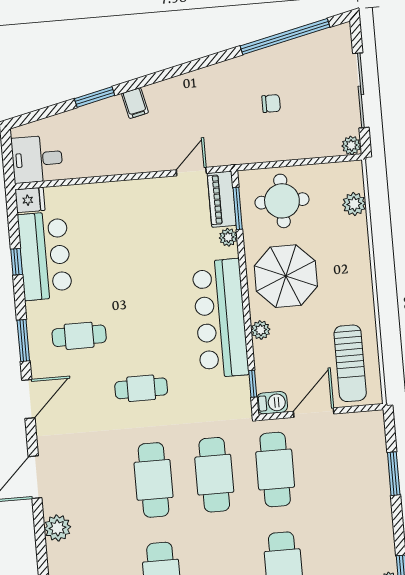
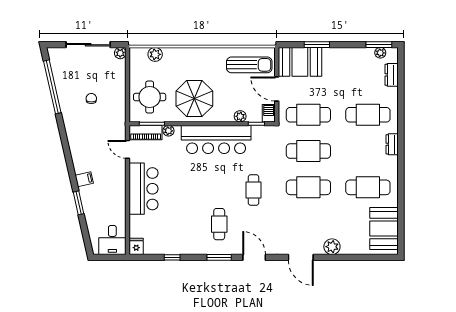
bar counter: (45, 256) -> (144, 189), moved, turned 90
plant: (261, 330) -> (240, 116), moved
booth: (362, 448) -> (300, 62), added

